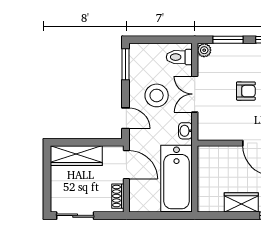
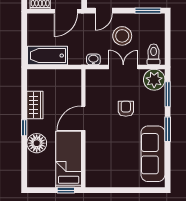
plant: (204, 50) -> (154, 80), width x1.87, depth x1.87
armchair: (246, 91) -> (126, 109), turned 180
bathtub: (176, 178) -> (47, 56), width x0.73, depth x0.73

